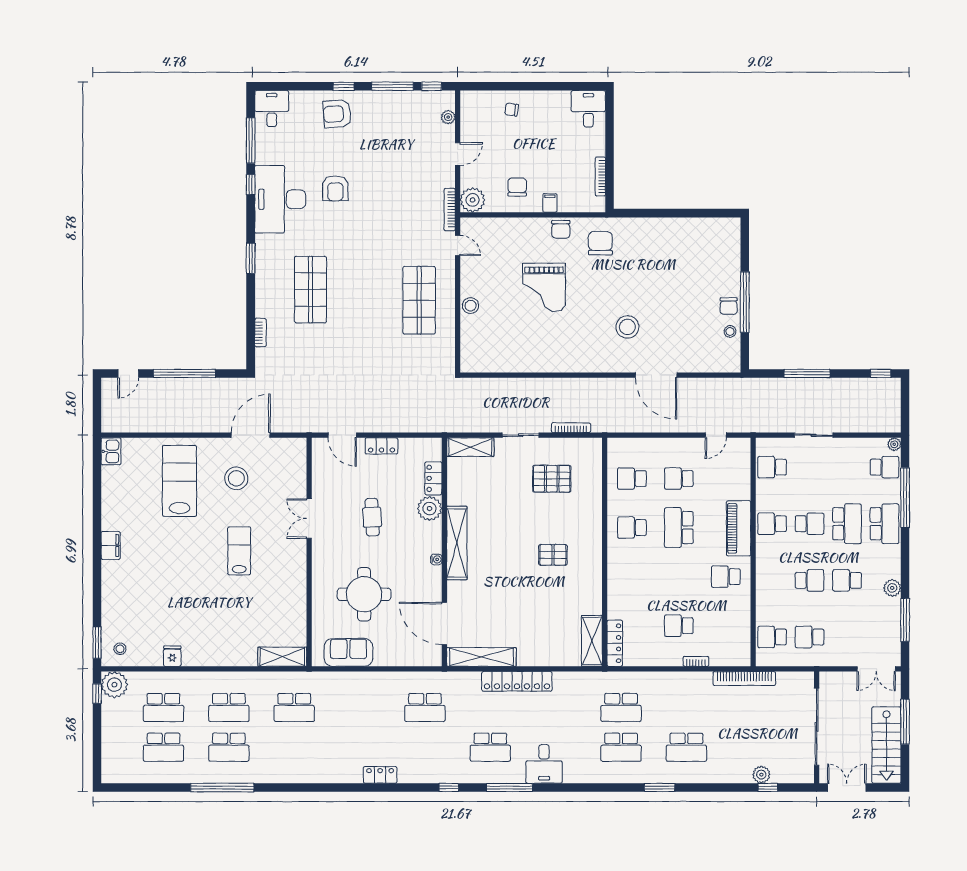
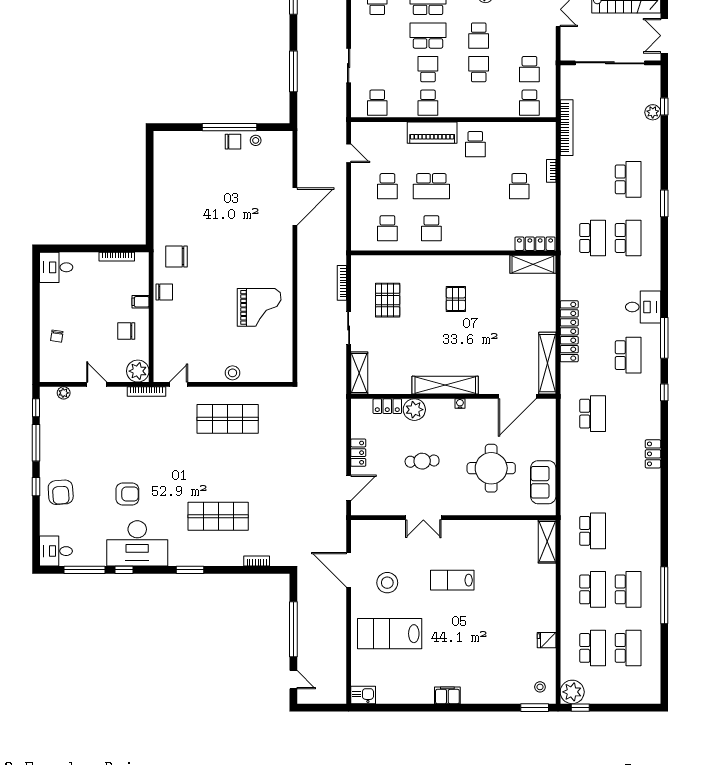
grand piano: (544, 287) -> (259, 307), moved
stool: (627, 327) -> (252, 232), removed

